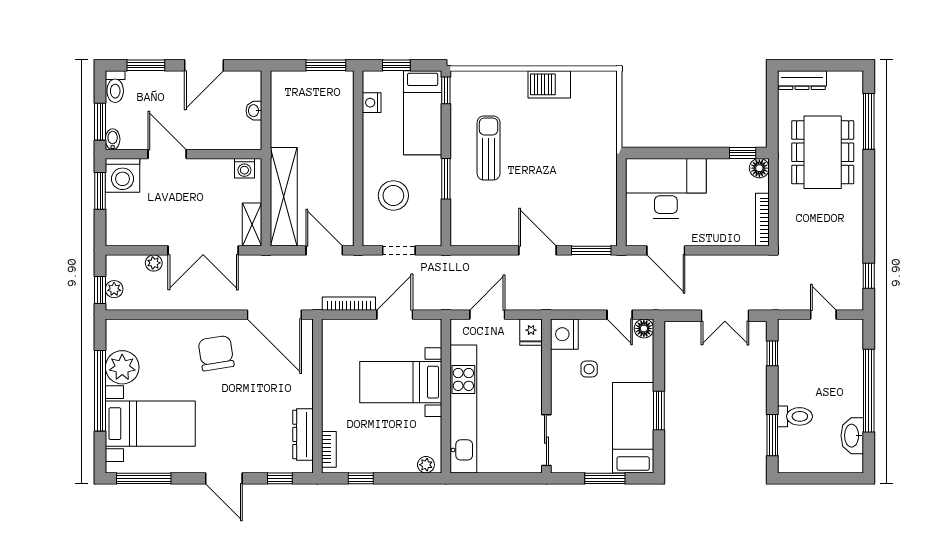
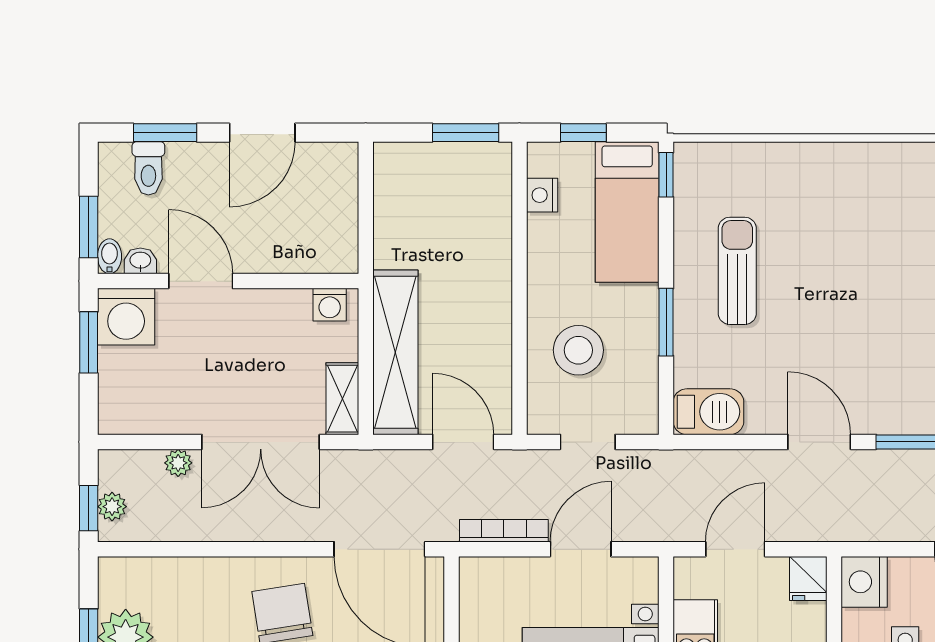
barbecue: (549, 84) -> (708, 412), moved, turned 180
toilet: (115, 87) -> (148, 168), moved
washbasin: (254, 111) -> (140, 261), moved, turned 90

